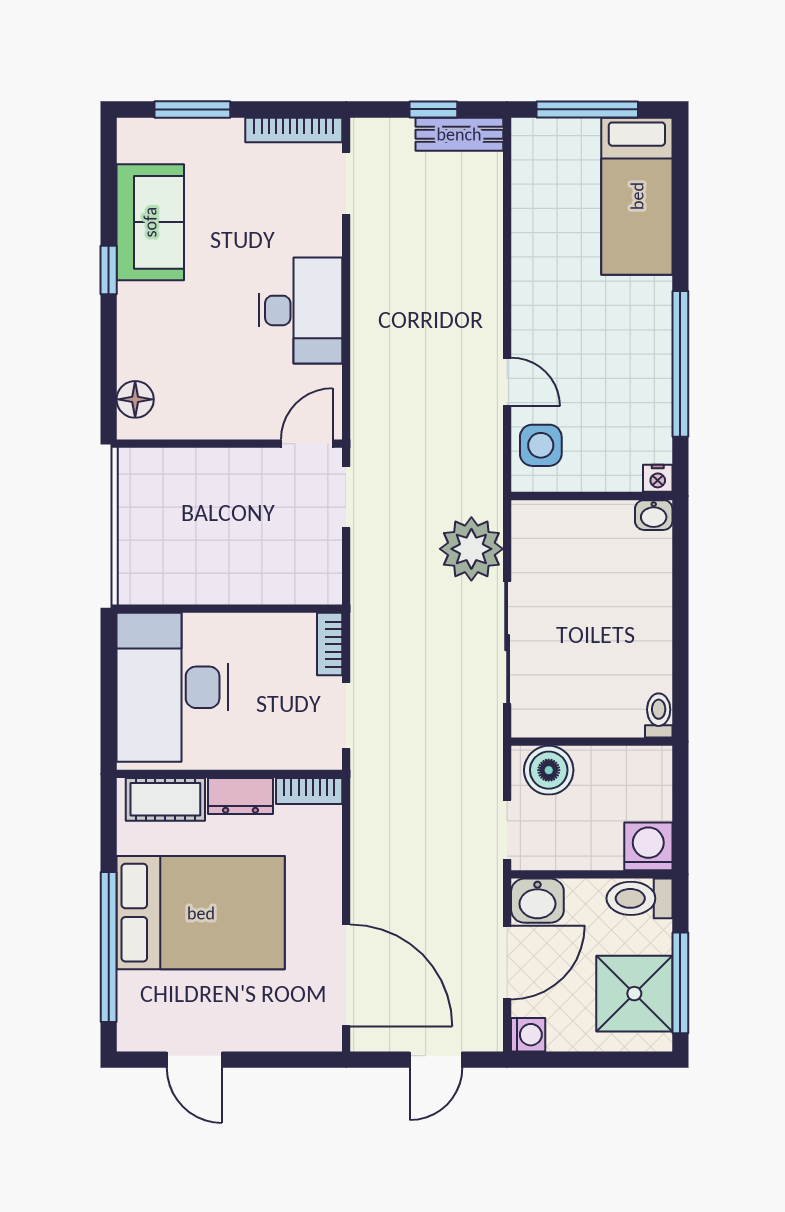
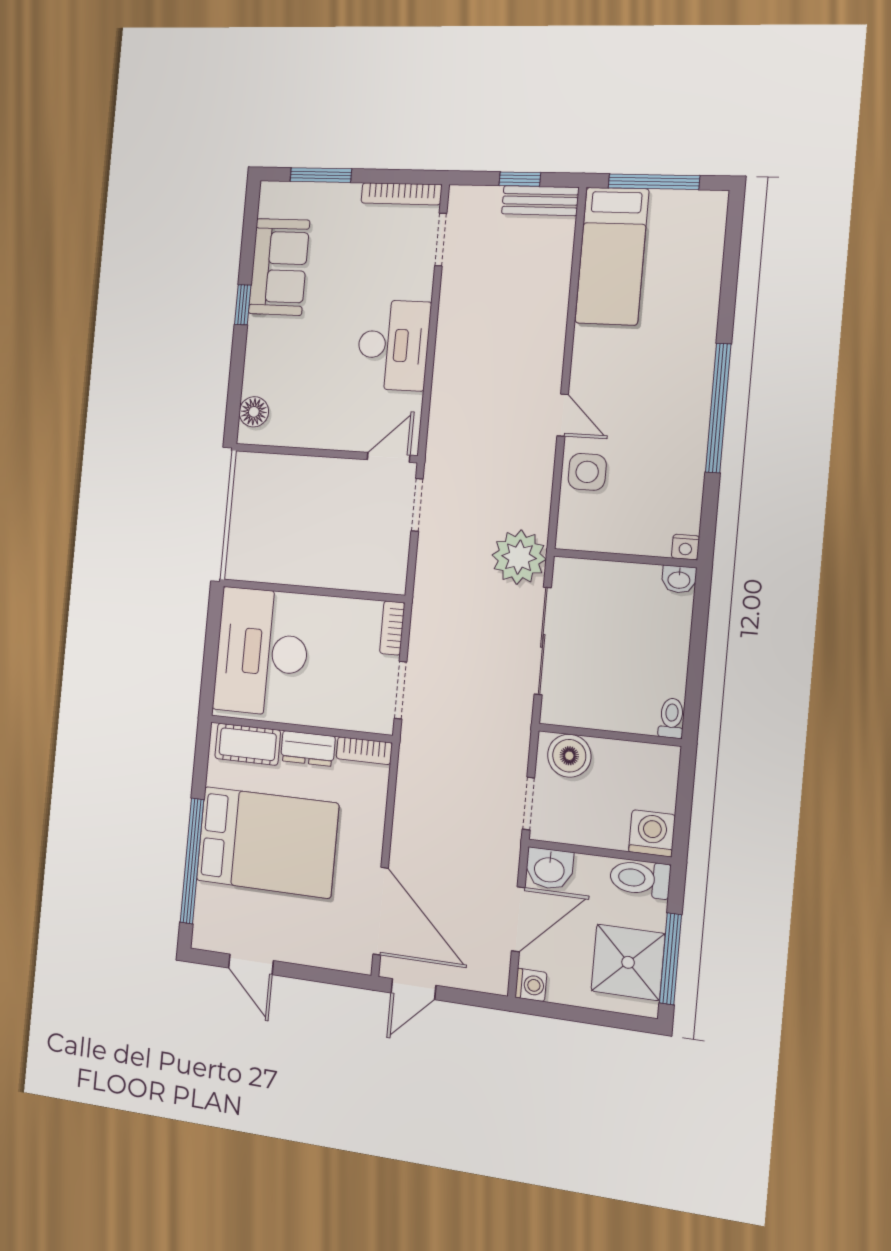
bed: (637, 196) -> (612, 256), moved
nightstand: (658, 478) -> (685, 547), moved
wall: (592, 496) -> (625, 558), moved
washbasin: (654, 515) -> (679, 579), moved
door: (436, 1060) -> (413, 989), moved

